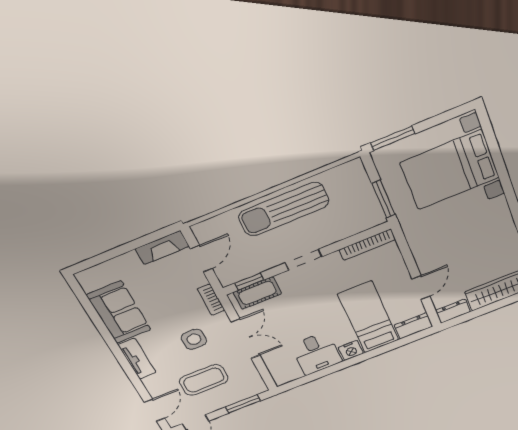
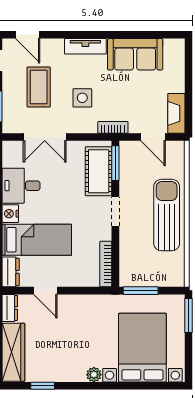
plant: (499, 205) -> (94, 375), added
window: (249, 282) -> (115, 163), width x1.50
cot: (257, 293) -> (99, 171), width x1.37, depth x1.34
double door: (245, 339) -> (45, 137), moved

